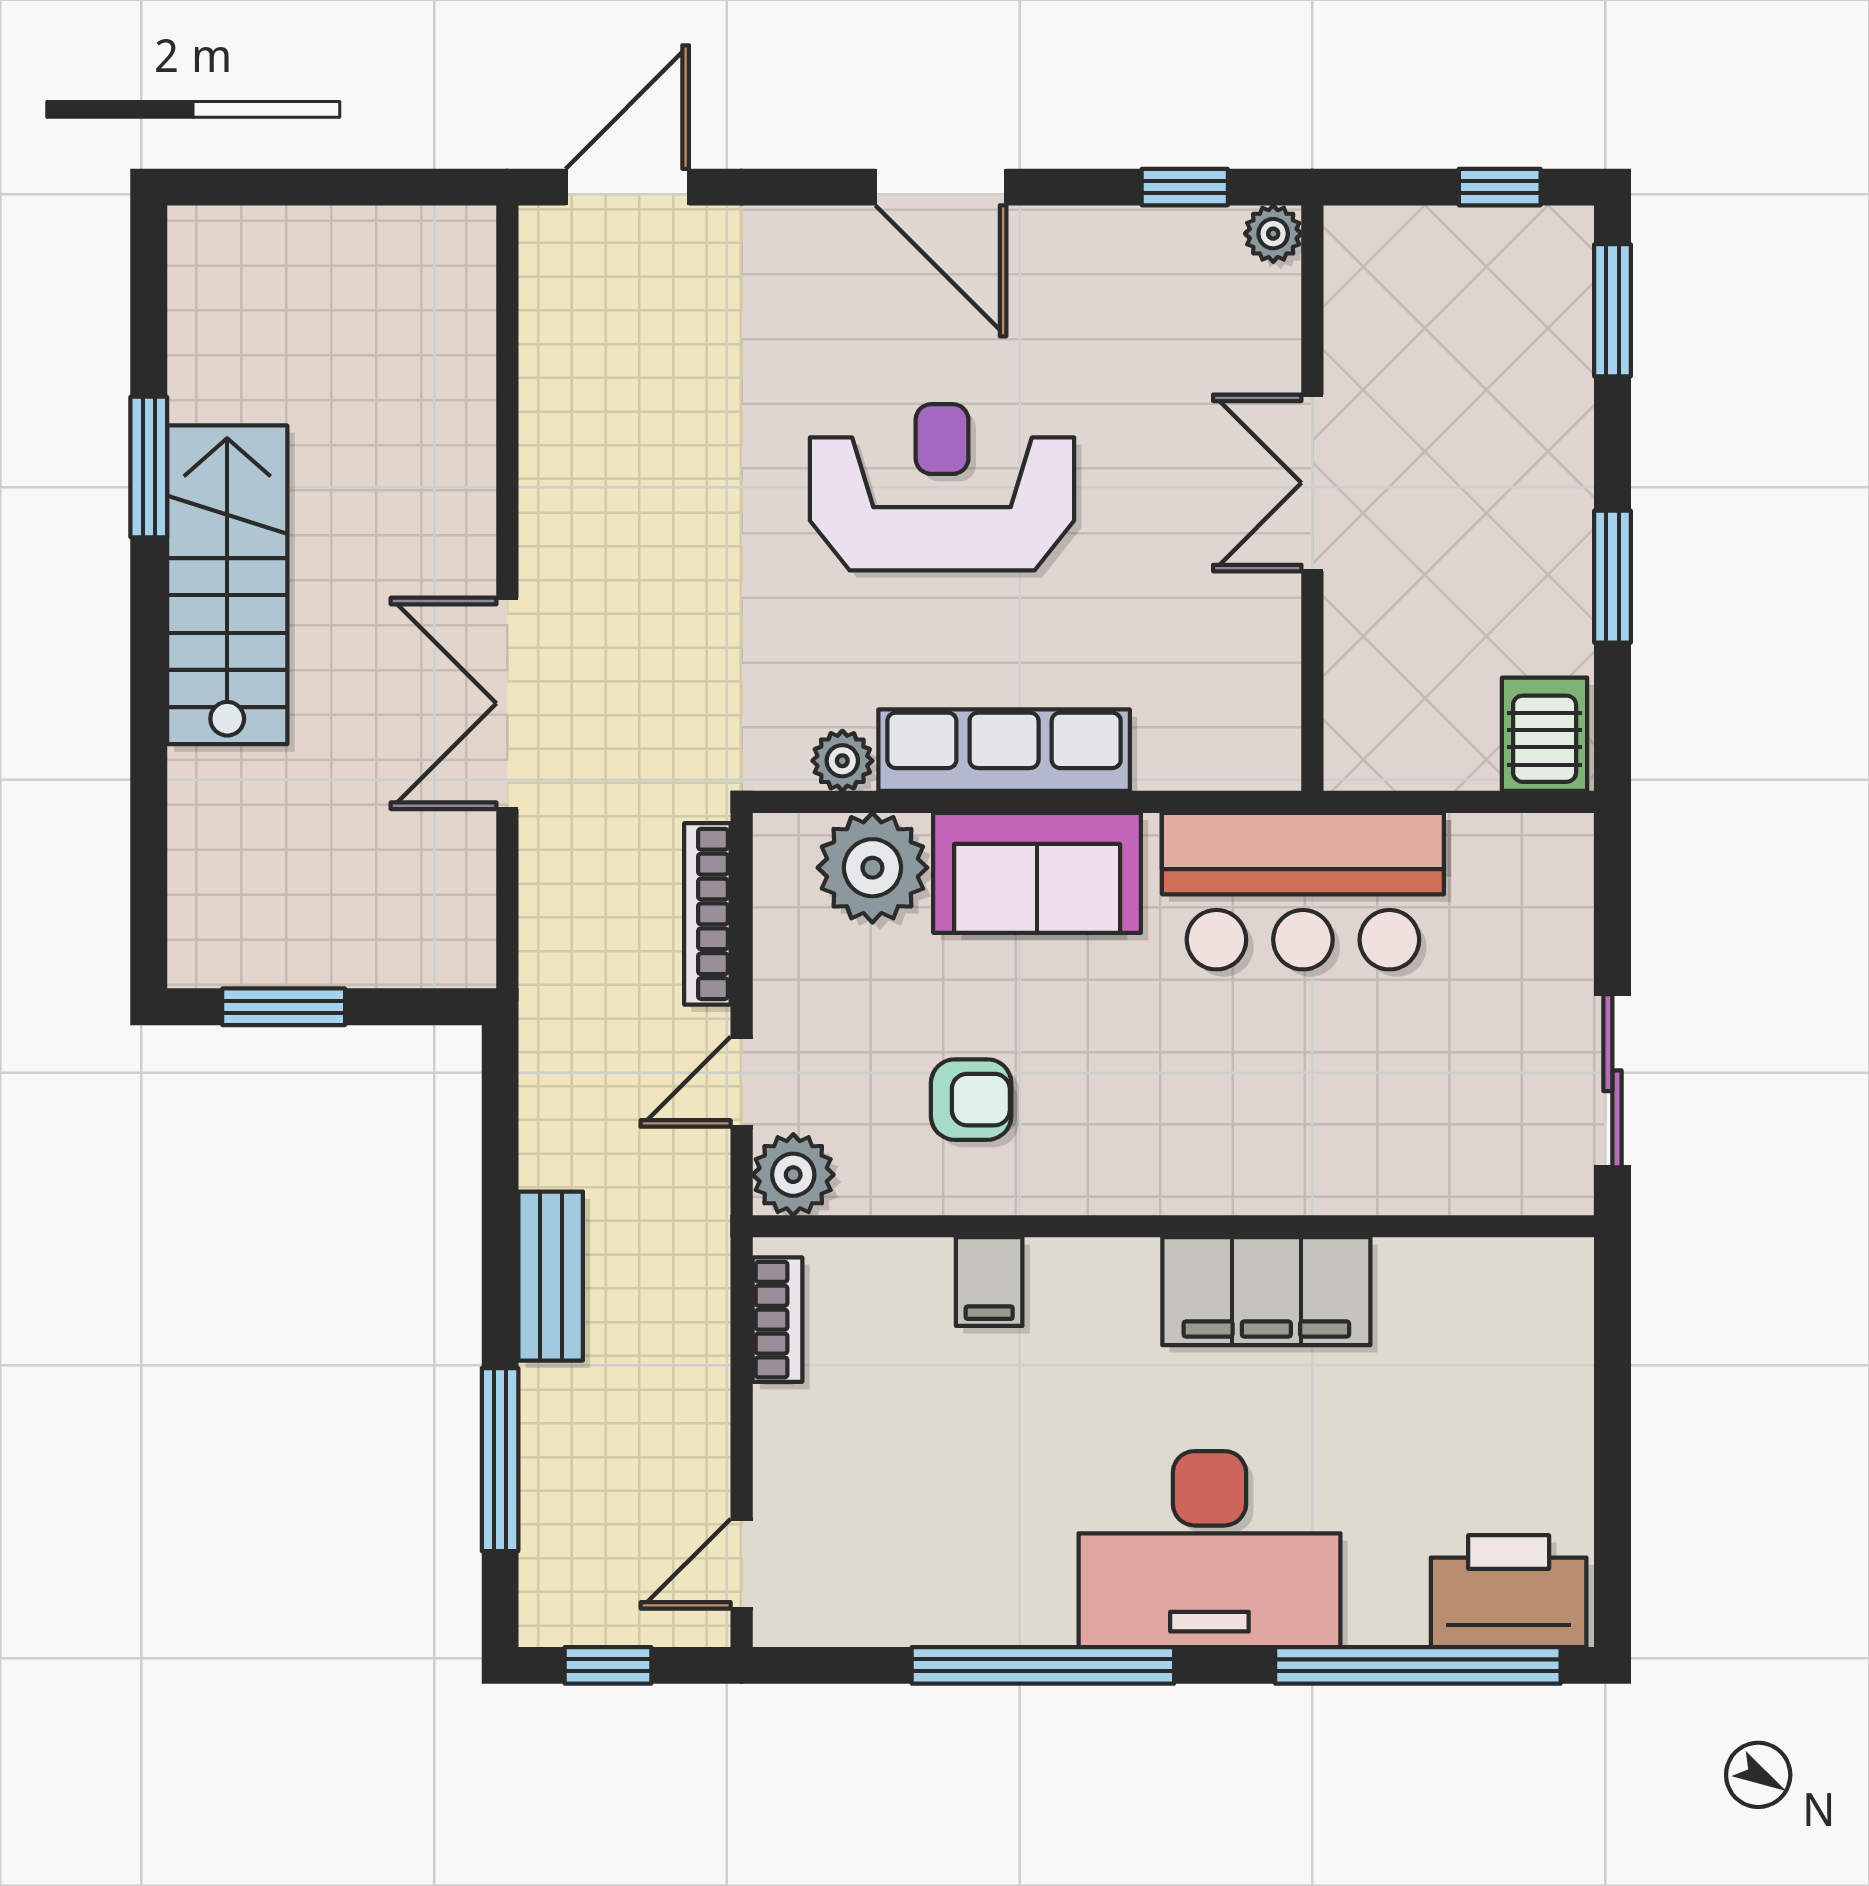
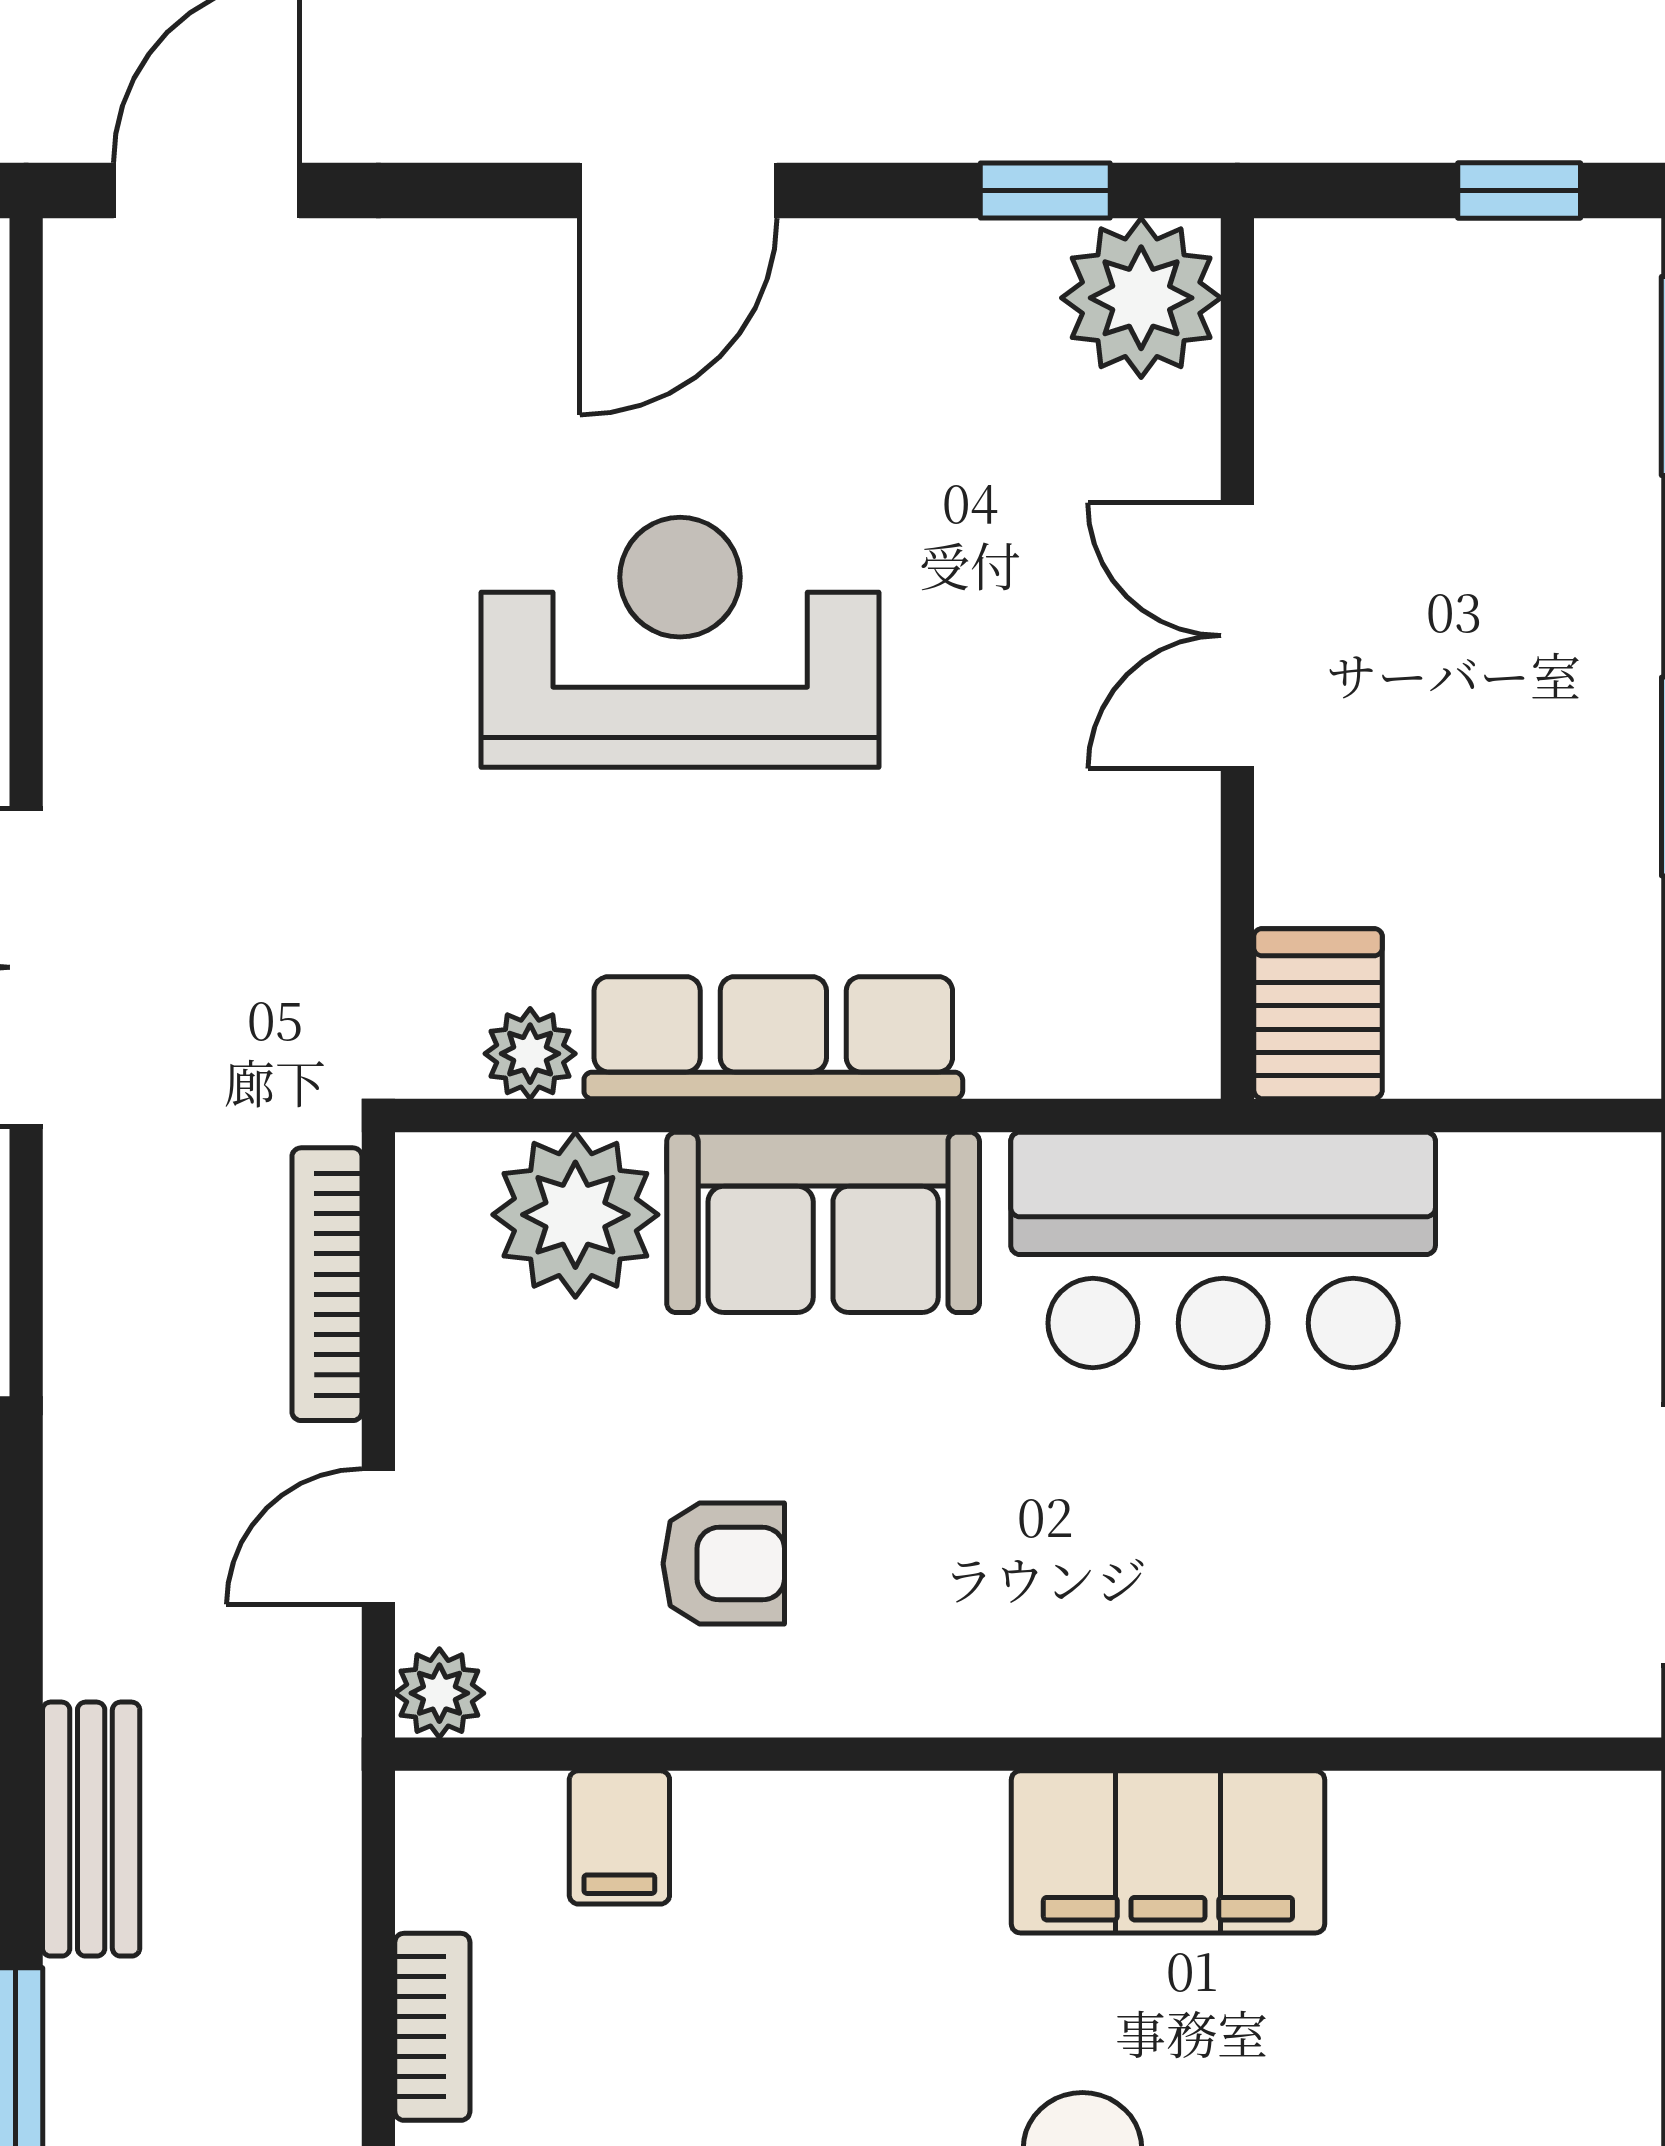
door: (941, 187) -> (678, 191), hinge flipped
plant: (1273, 234) -> (1141, 298), width x1.87, depth x1.87
server rack: (1545, 734) -> (1318, 1014), moved
plant: (793, 1175) -> (439, 1693), width x0.73, depth x0.73
filing cabinet: (989, 1282) -> (619, 1837), moved
bookcase: (777, 1320) -> (432, 2027), moved

